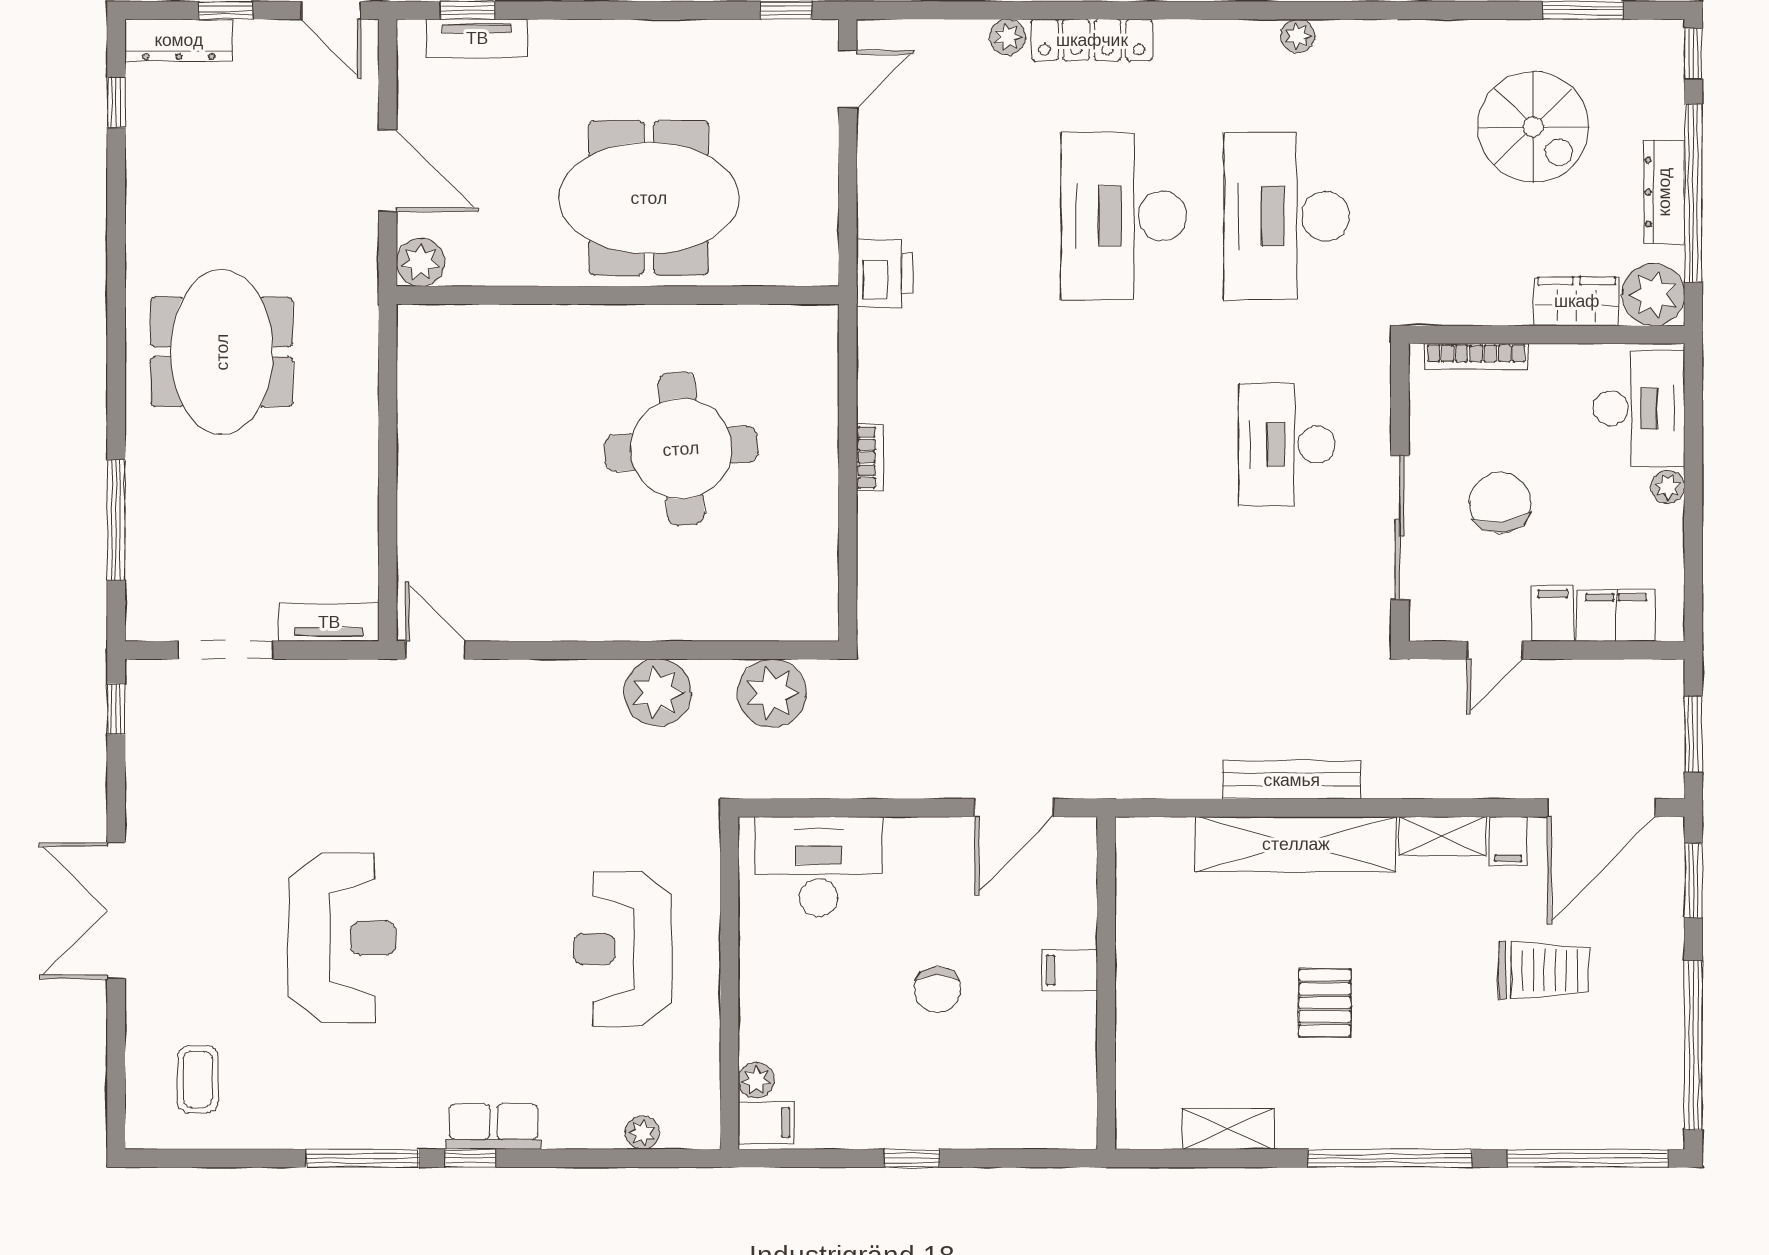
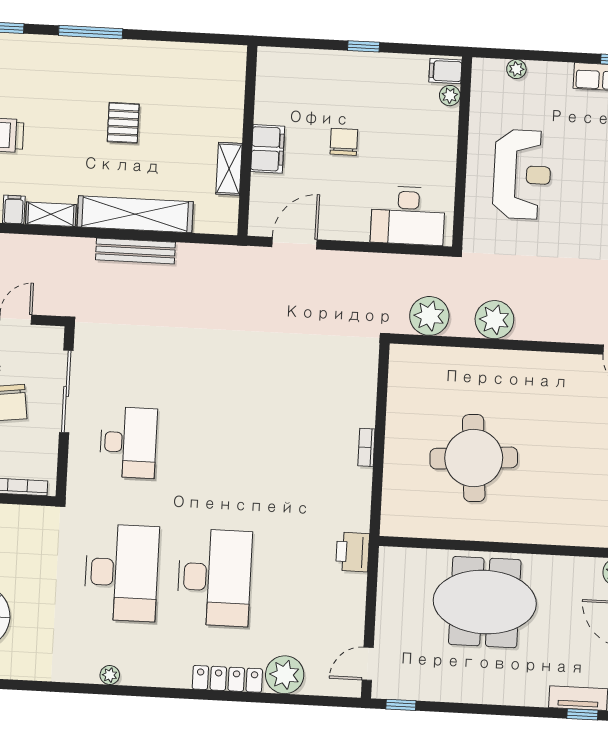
plant: (1007, 37) -> (285, 675), width x1.87, depth x1.87
filing cabinet: (1070, 970) -> (268, 149), width x2.00
shelving: (1228, 1129) -> (229, 169), moved, turned 90
window: (1390, 1158) -> (91, 32), width x0.68

